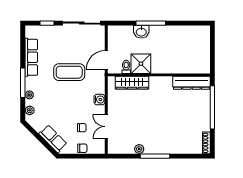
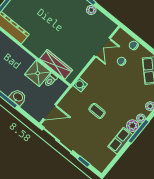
row of seats: (31, 57) -> (120, 141), width x0.68
door: (106, 60) -> (50, 112), moved
coffee table: (69, 72) -> (97, 111), width x0.54, depth x0.58
plant: (31, 83) -> (133, 126), added
water cooler: (99, 100) -> (80, 85), moved

